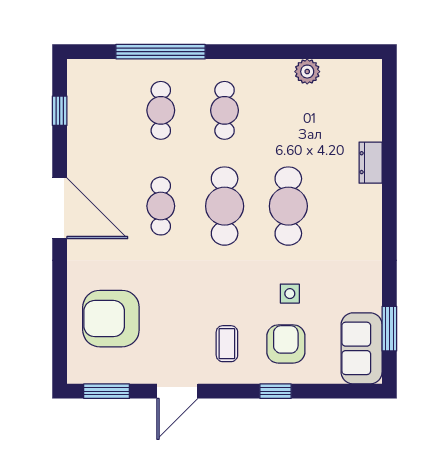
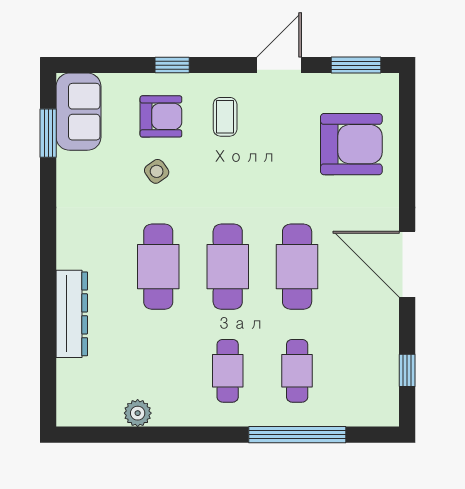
dresser: (371, 163) -> (72, 314), width x1.96, depth x1.24
cafe table: (161, 206) -> (297, 267), width x1.37, depth x1.35
side table: (290, 294) -> (157, 171), turned -36
armchair: (286, 344) -> (161, 116), turned -90

